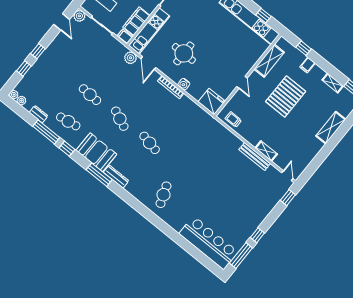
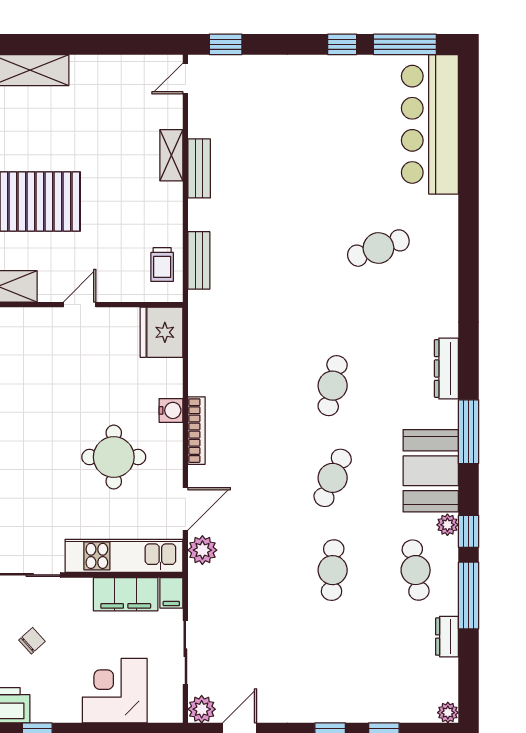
plant: (21, 101) -> (447, 525), moved
bench: (225, 132) -> (199, 260), added
bench: (255, 157) -> (199, 168), width x0.73
dresser: (116, 177) -> (446, 369), moved
cafe table: (163, 195) -> (378, 248), moved

